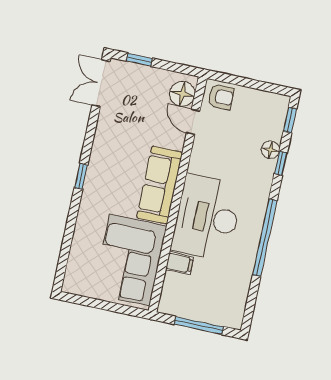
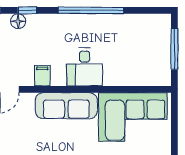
desk: (207, 217) -> (85, 67), width x0.53, depth x0.77
filing cabinet: (180, 263) -> (42, 76), moved

